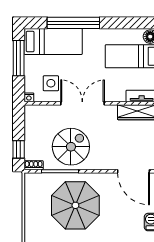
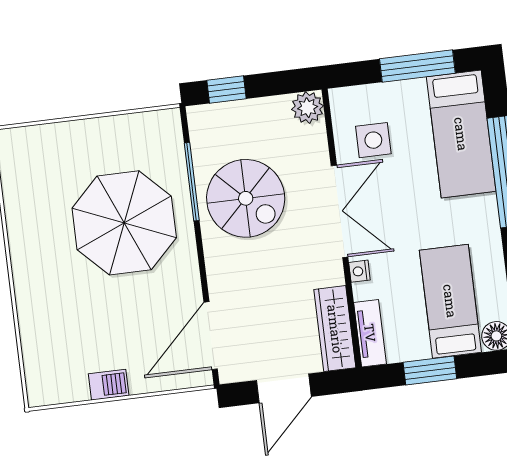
nightstand: (29, 97) -> (359, 271), moved
plant: (32, 112) -> (308, 108), added
shoe rack: (34, 165) -> (197, 125), removed

